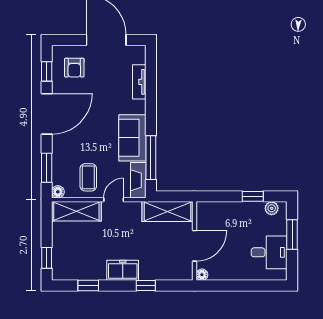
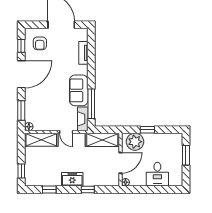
coffee table: (88, 177) -> (49, 117), removed
window: (253, 196) -> (147, 130), moved
door: (114, 200) -> (66, 132), swing flipped
plant: (272, 208) -> (135, 142), moved, width x1.88, depth x1.88
desk: (269, 252) -> (157, 174), moved, turned 90

